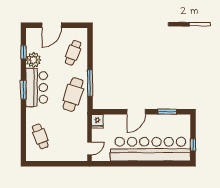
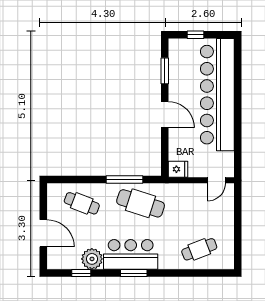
window: (193, 145) -> (196, 35), moved
door: (89, 148) -> (216, 180), swing flipped

